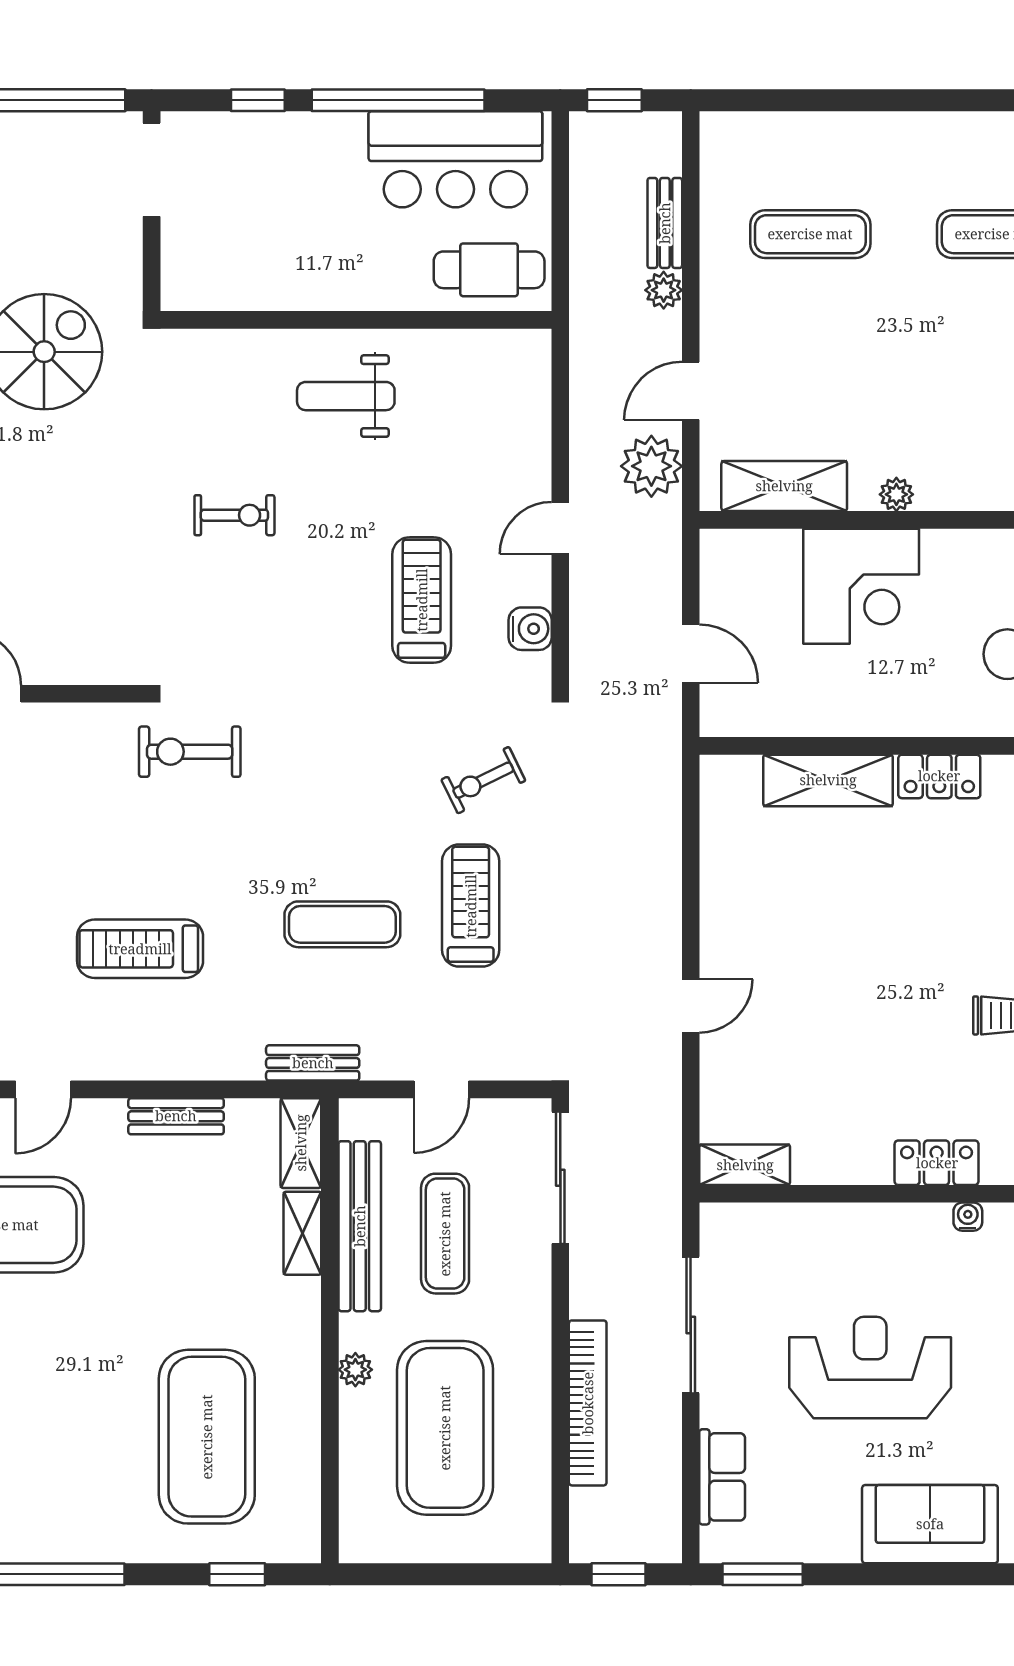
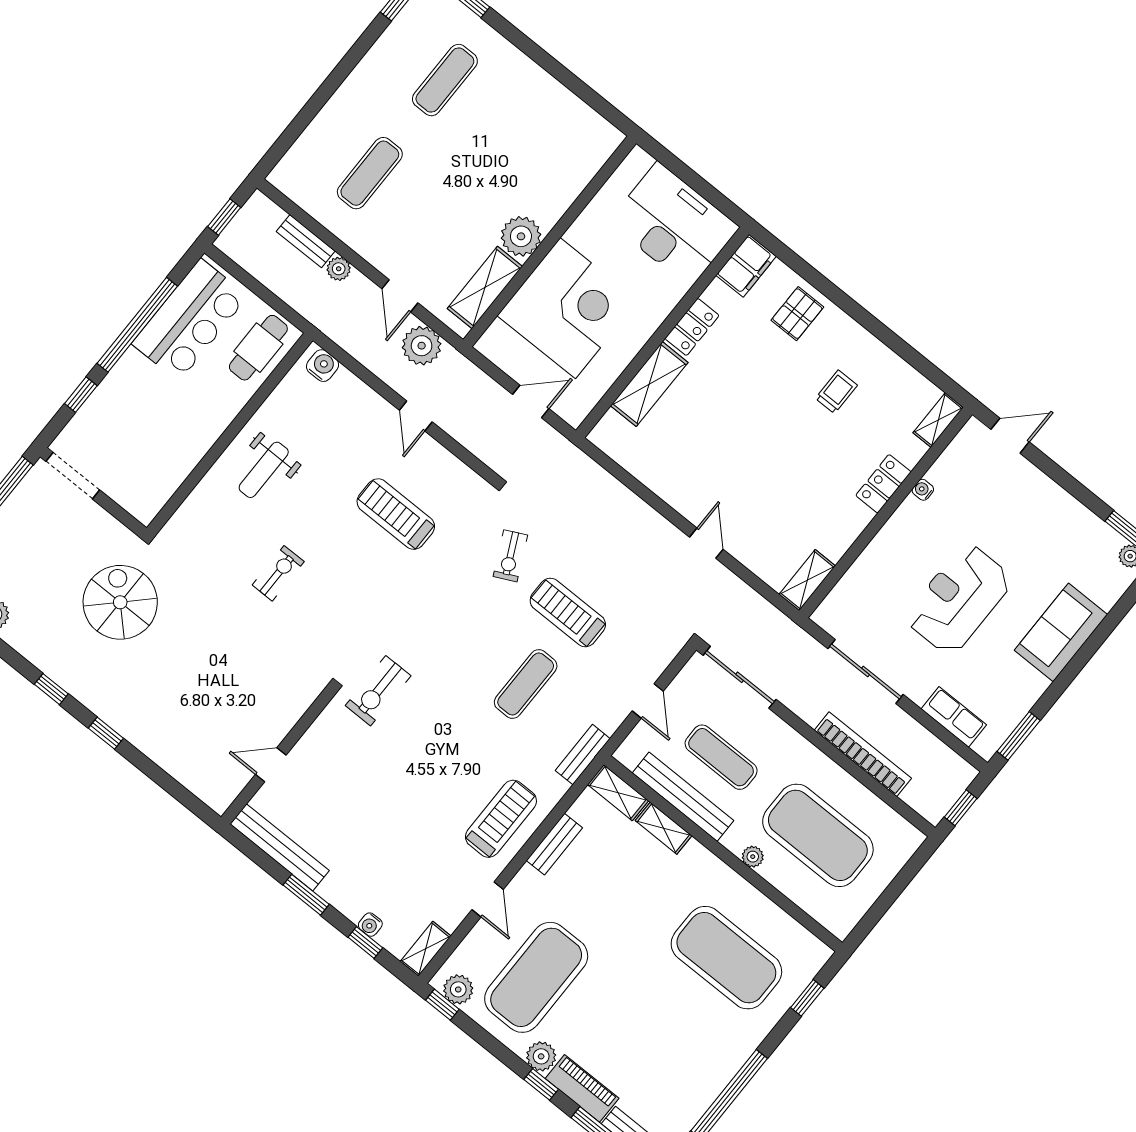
plant: (896, 494) -> (521, 236), width x1.88, depth x1.88
corner desk: (861, 586) -> (568, 308), width x1.36, depth x1.36
water cooler: (530, 629) -> (323, 366), moved
treadmill: (140, 949) -> (501, 819), moved, turned 180

